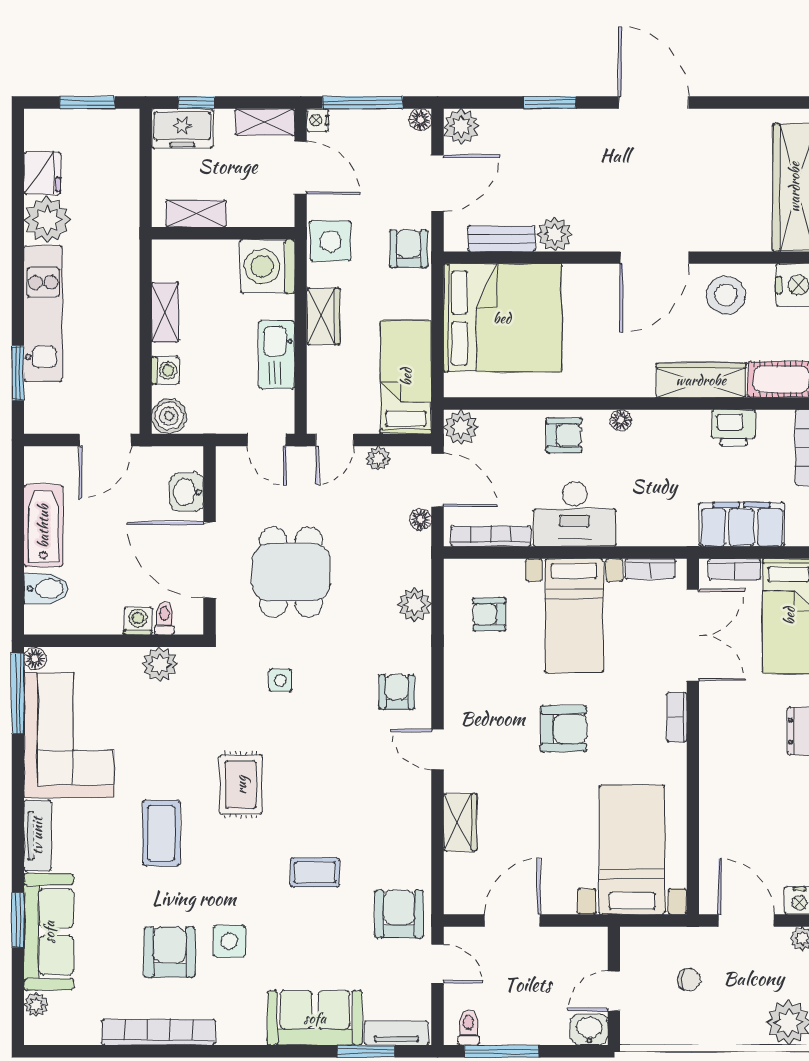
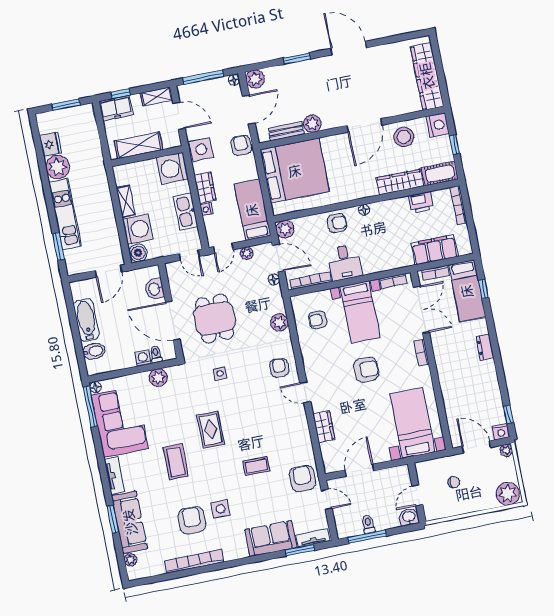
nightstand: (318, 120) -> (207, 209), moved
shelving: (196, 214) -> (138, 145), width x1.50, depth x1.33
washing machine: (165, 370) -> (138, 229), width x1.89, depth x1.89
desk: (575, 514) -> (345, 262), width x0.73
toilet: (469, 1027) -> (368, 524), moved

